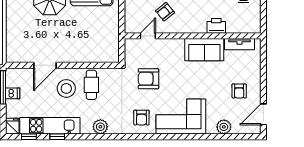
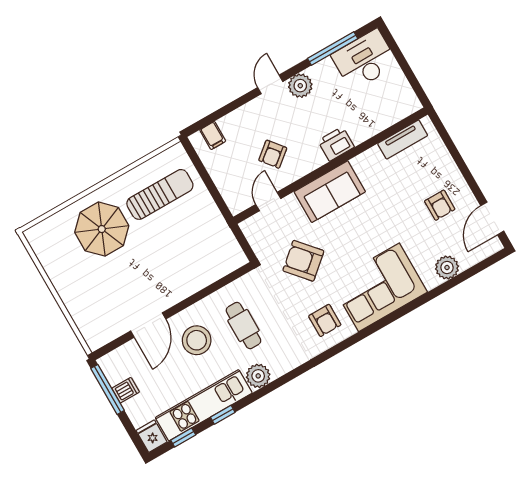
printer: (216, 26) -> (336, 144), moved
sofa: (204, 50) -> (330, 192), moved
armchair: (148, 79) -> (303, 261), turned 49
cafe table: (91, 85) -> (243, 326), moved
plant: (100, 127) -> (258, 376), moved

